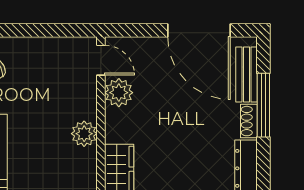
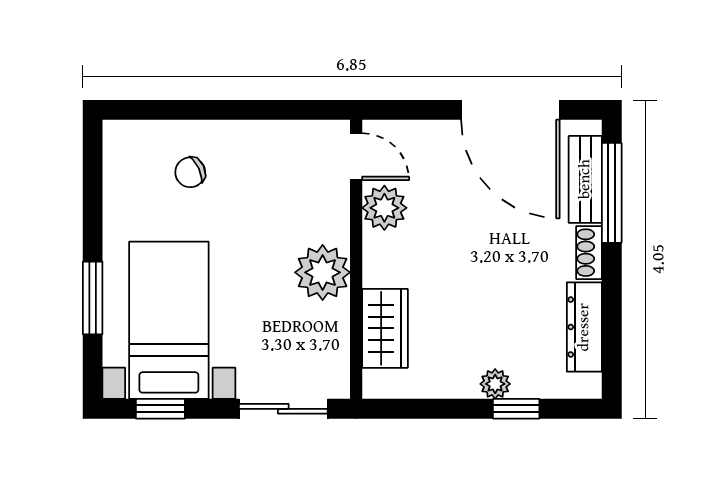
window: (263, 105) -> (612, 193), moved
plant: (84, 134) -> (323, 272), width x1.36, depth x1.36

